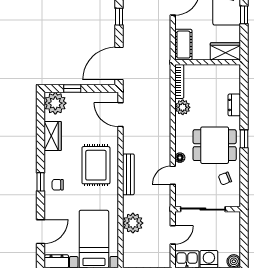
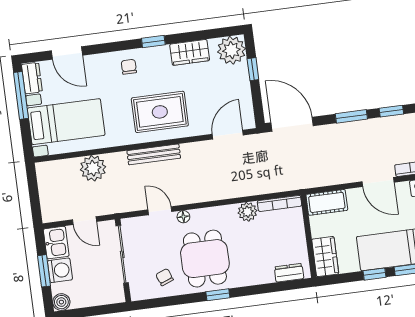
window: (119, 17) -> (351, 116), width x1.50
dresser: (234, 105) -> (289, 273), moved
window: (41, 182) -> (153, 42), moved

